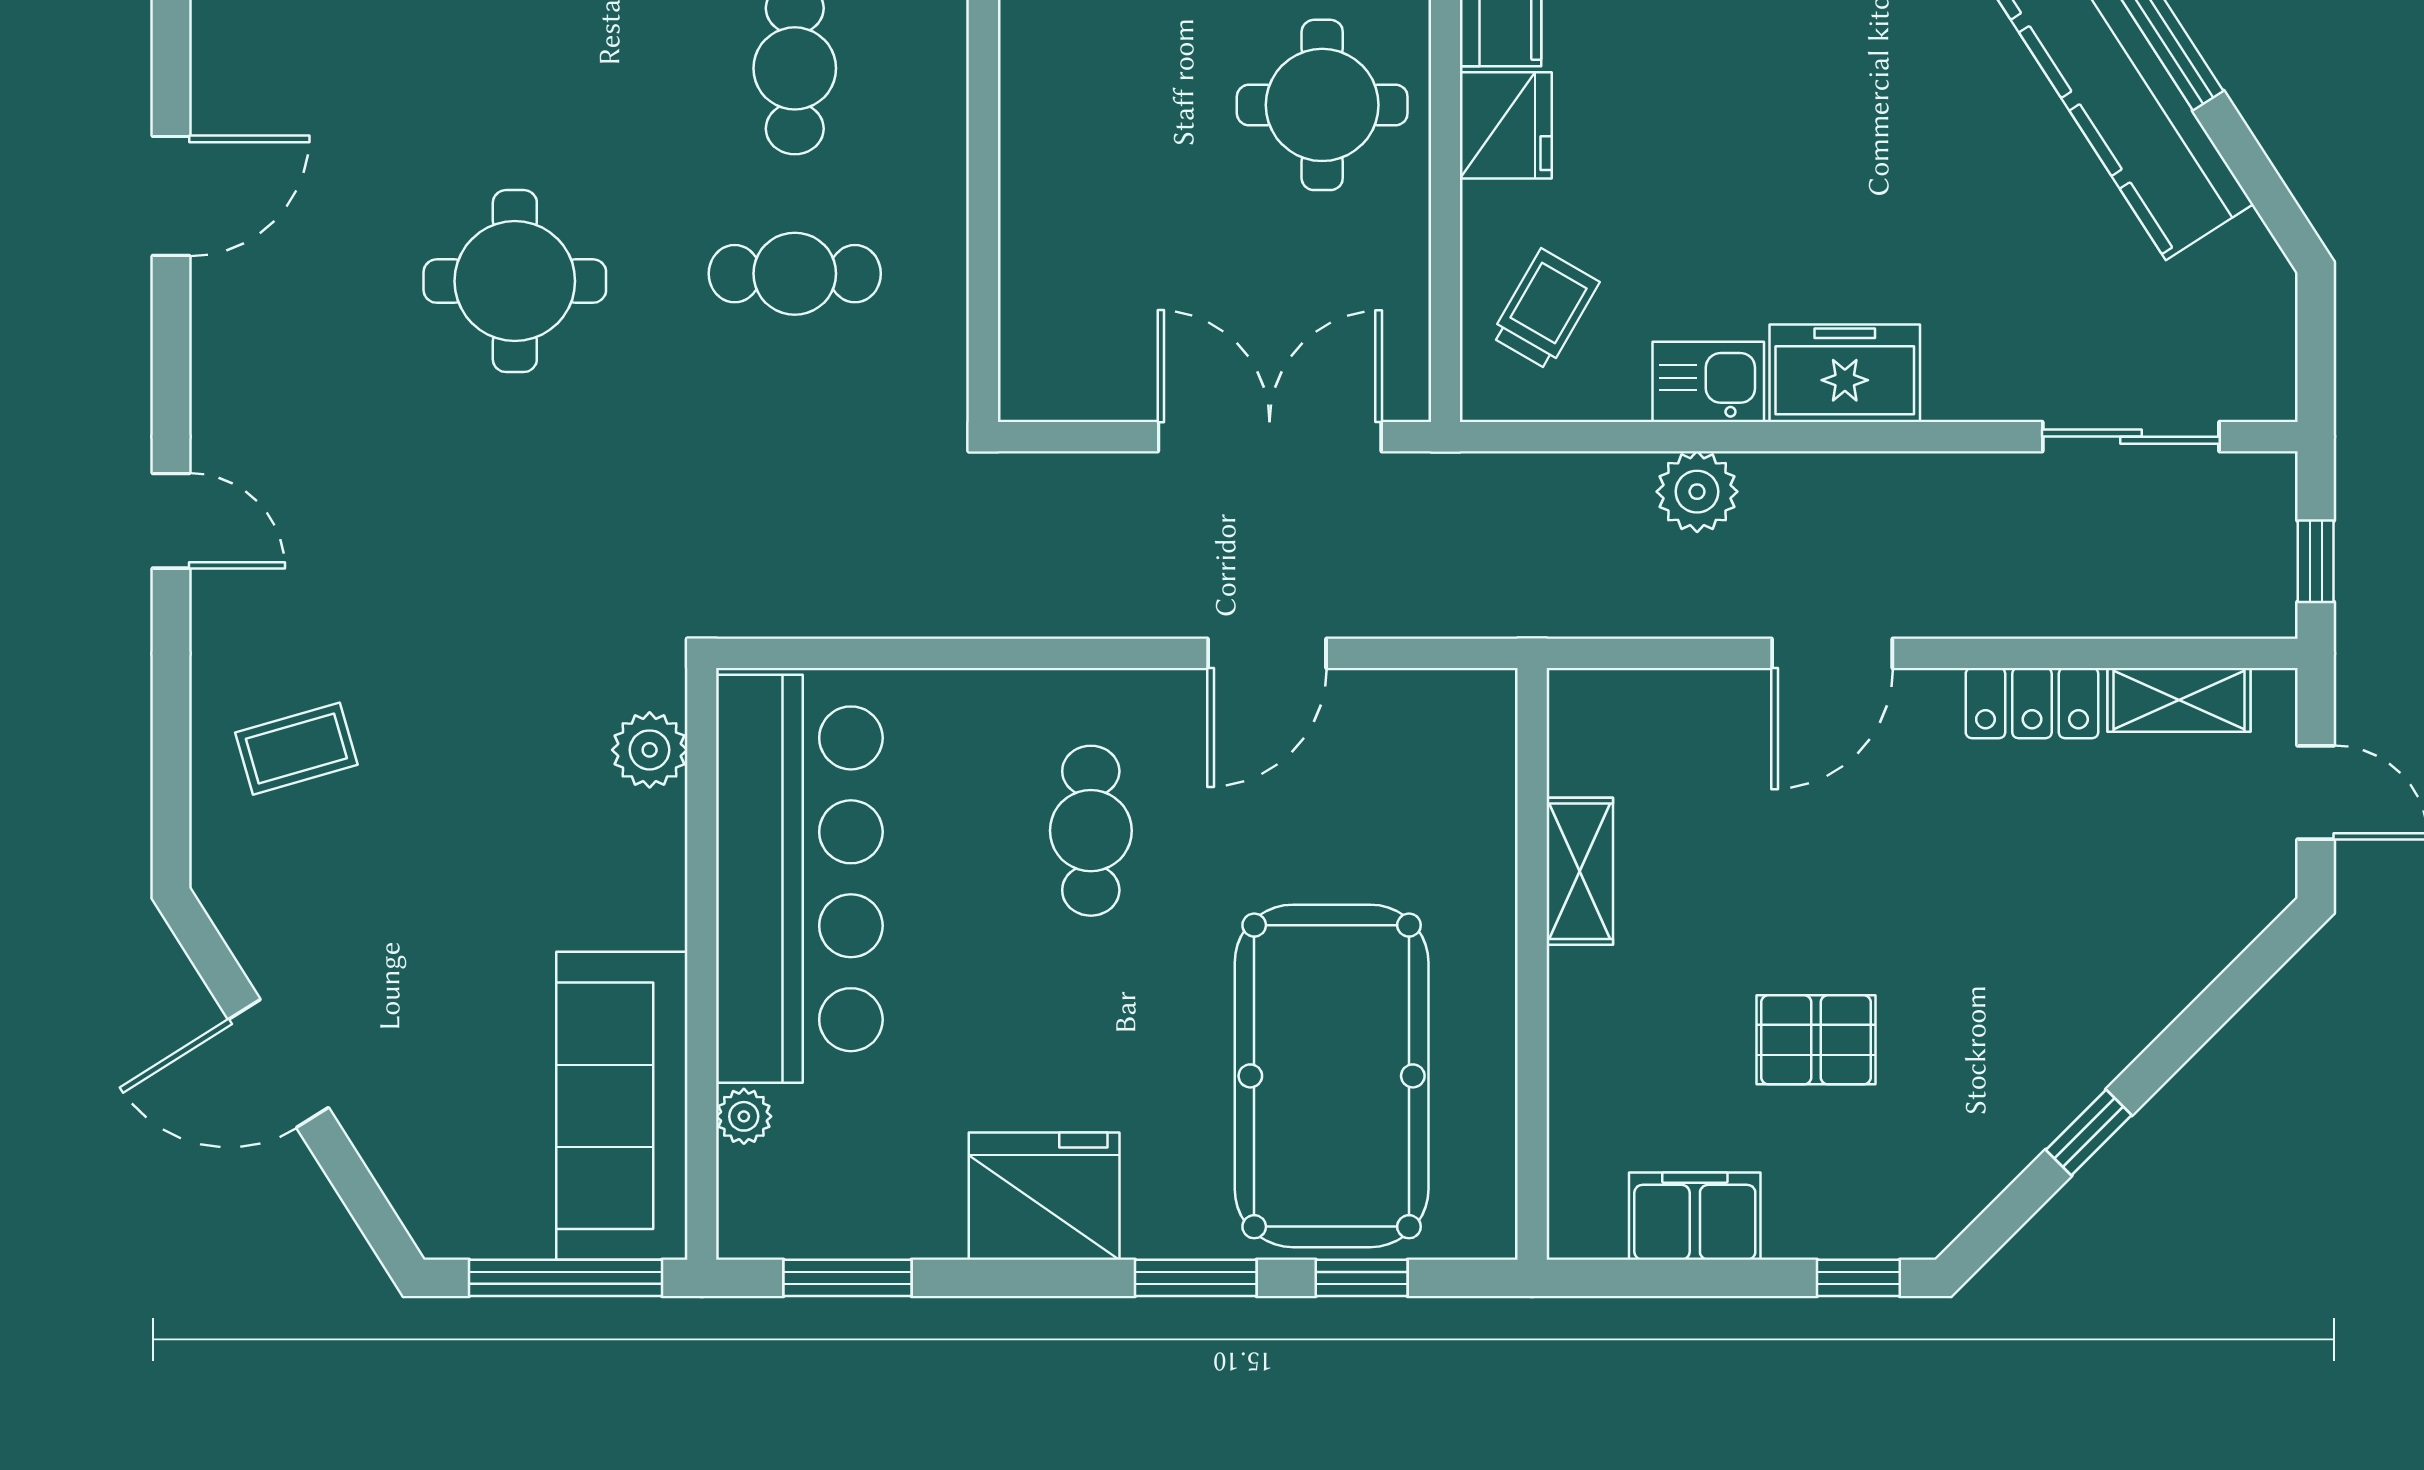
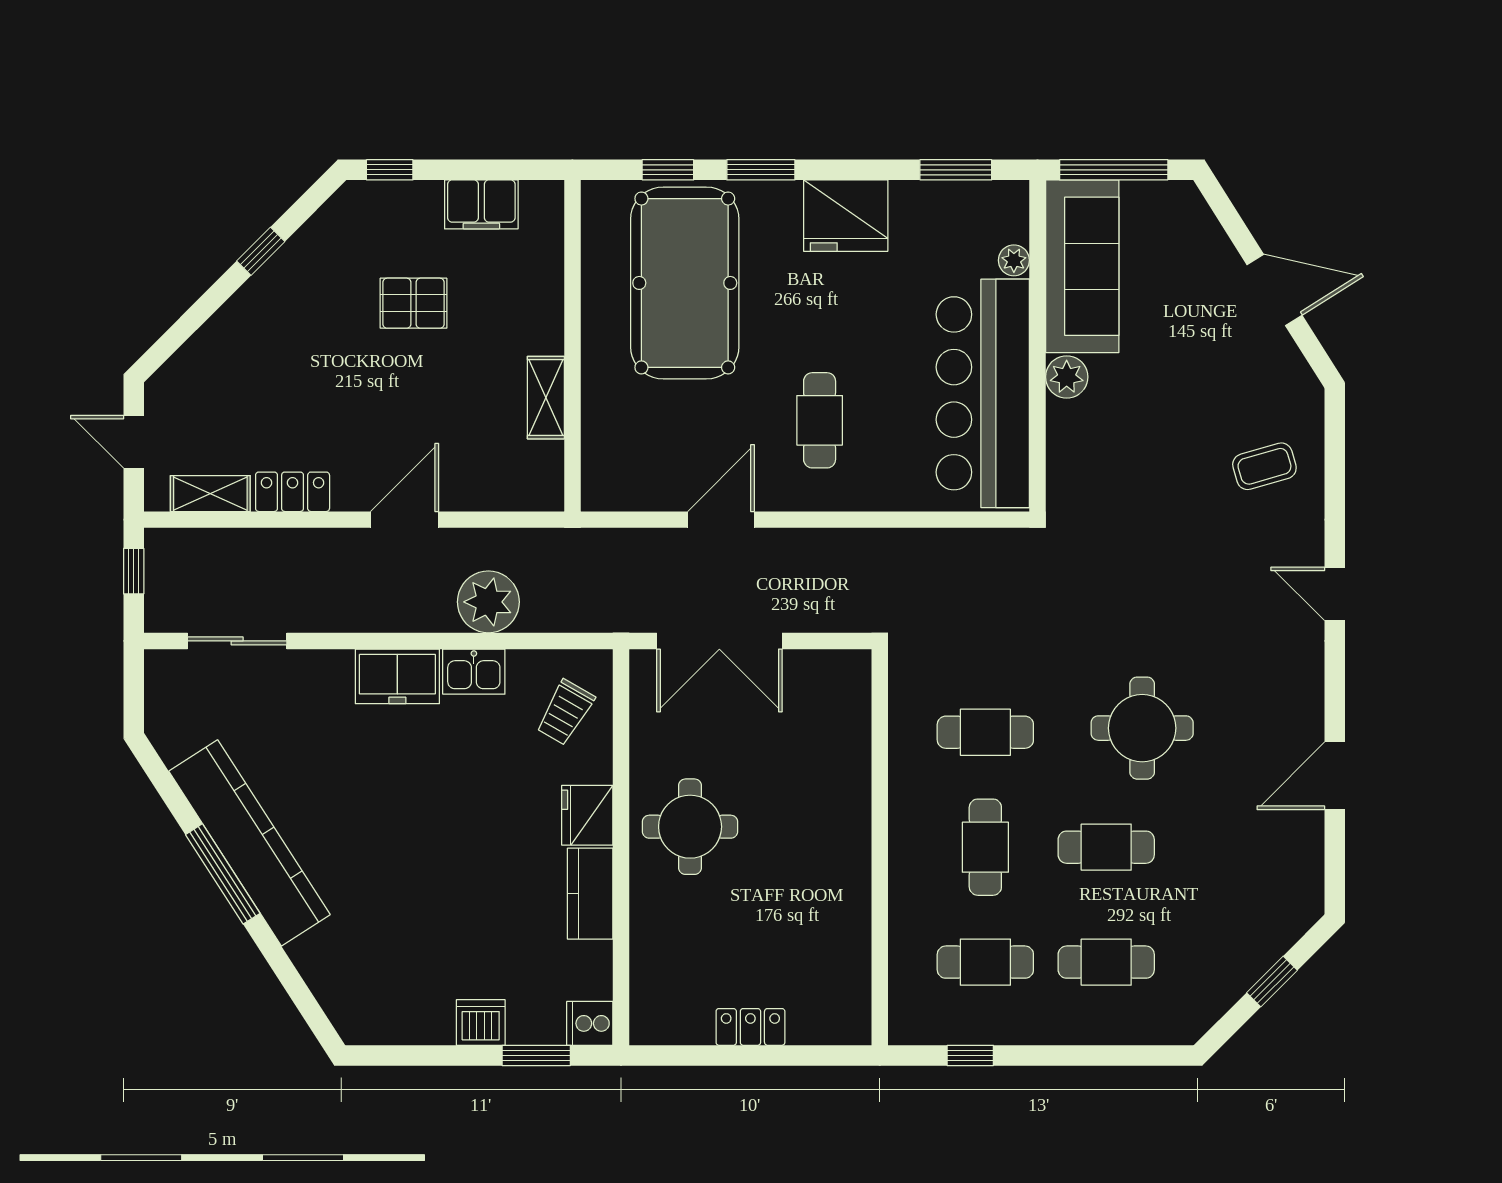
cafe table: (579, 68) -> (1106, 847), added
plant: (1697, 492) -> (488, 602), width x1.36, depth x1.36
plant: (650, 750) -> (1067, 377), moved

